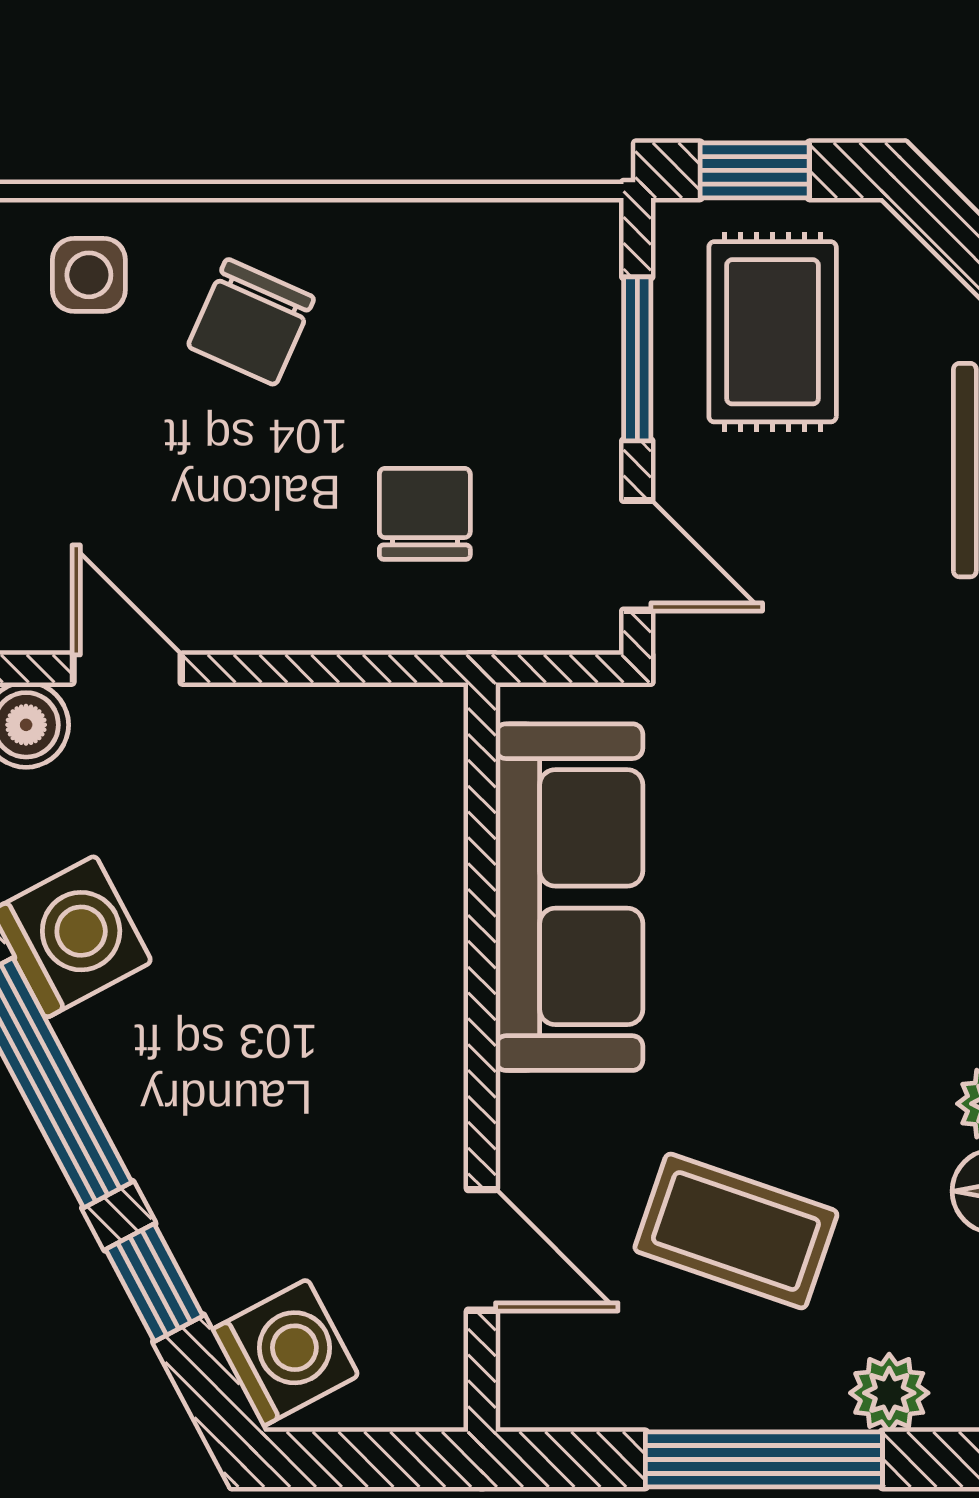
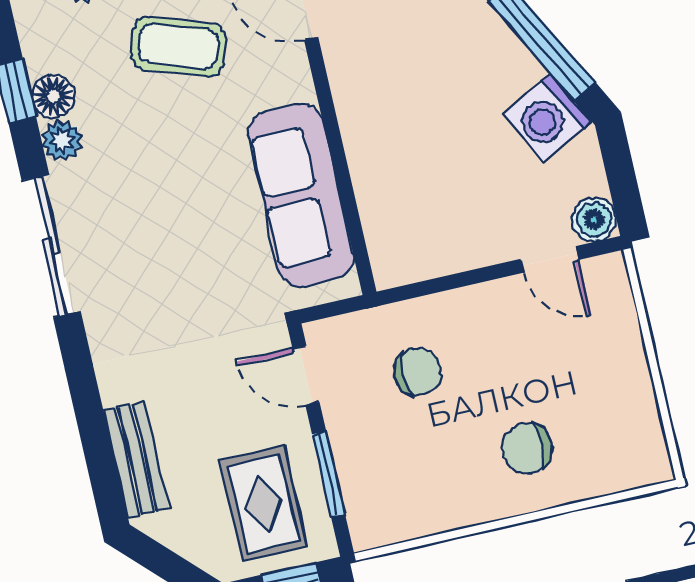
side table: (89, 275) -> (614, 453), removed
chair: (251, 322) -> (527, 448), turned -112
chair: (425, 514) -> (418, 372), turned -90

